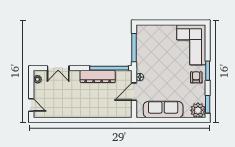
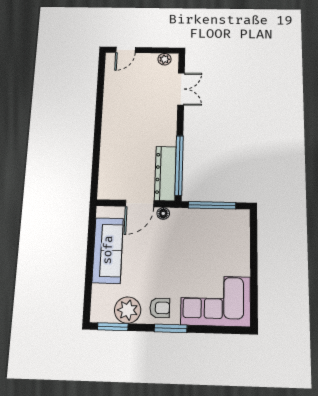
double door: (58, 68) -> (181, 89), swing flipped
dresser: (98, 76) -> (165, 173), moved
door: (134, 92) -> (140, 204), swing flipped
plant: (198, 110) -> (128, 310), moved

